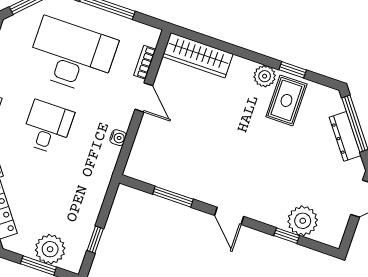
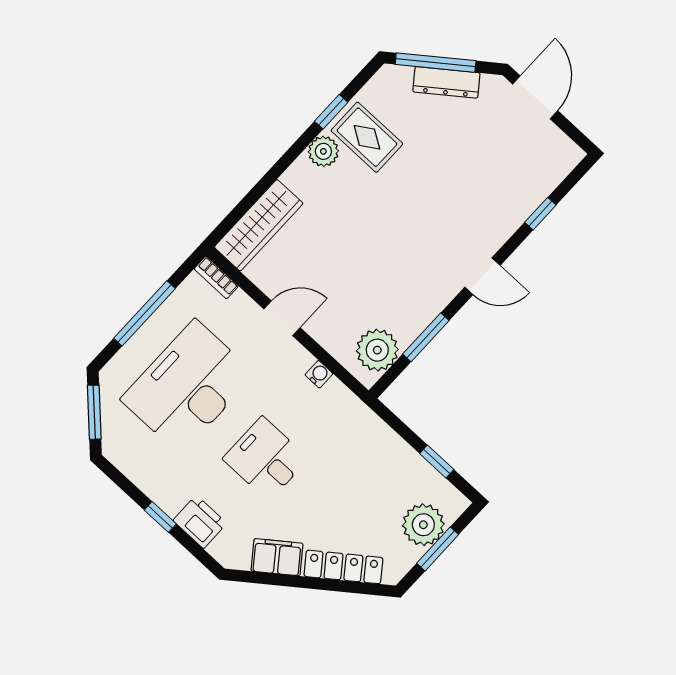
bookcase: (145, 62) -> (216, 278), moved
plant: (303, 221) -> (377, 350), moved

